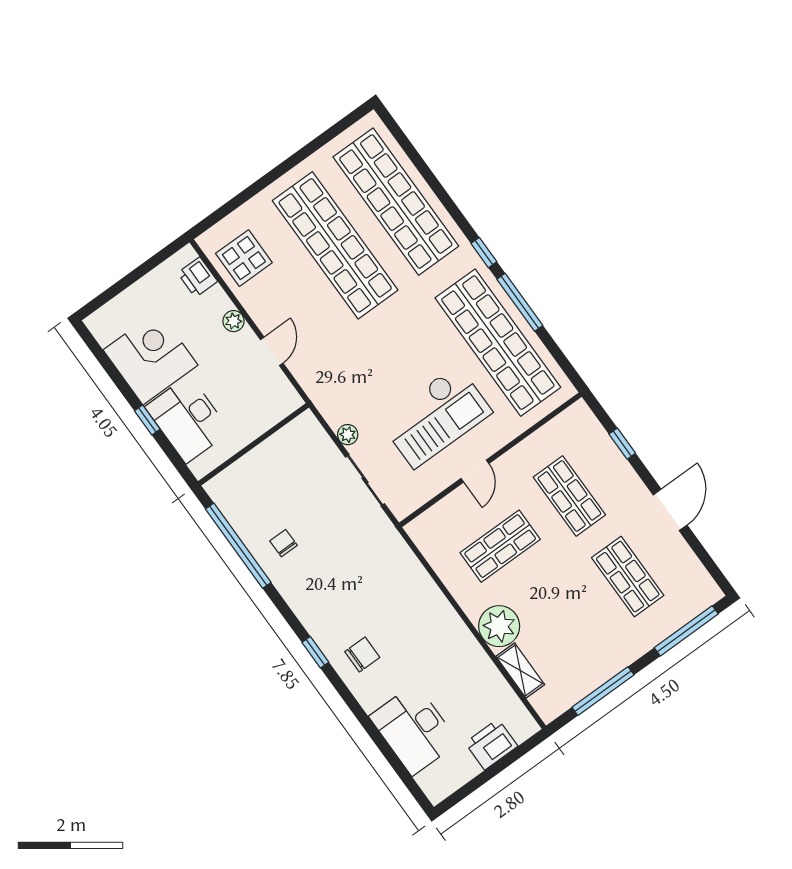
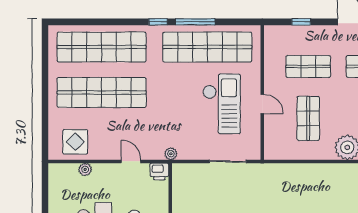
printer: (197, 277) -> (159, 172), moved
plant: (234, 321) -> (85, 169), moved
plant: (348, 435) -> (171, 154), moved

